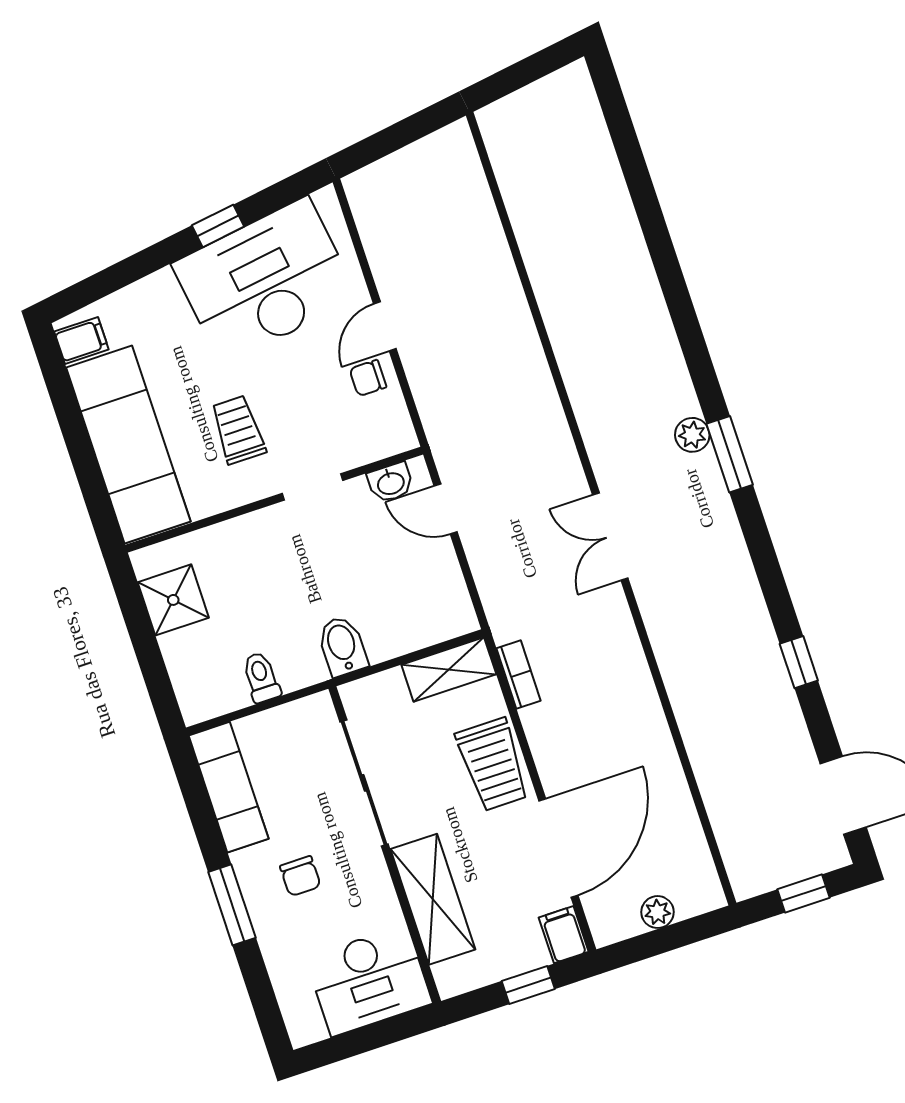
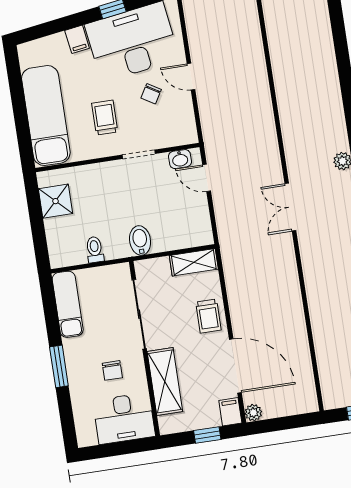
door: (385, 326) -> (191, 77), hinge flipped
filing cabinet: (81, 341) -> (77, 39), moved, turned 82
chair: (368, 378) -> (151, 94), moved, turned -59
bookcase: (518, 674) -> (230, 271), removed
trolley: (493, 765) -> (208, 316), width x0.73, depth x0.72
door: (558, 848) -> (235, 366), hinge flipped
chair: (300, 876) -> (112, 370), moved
plant: (658, 912) -> (253, 413), moved

